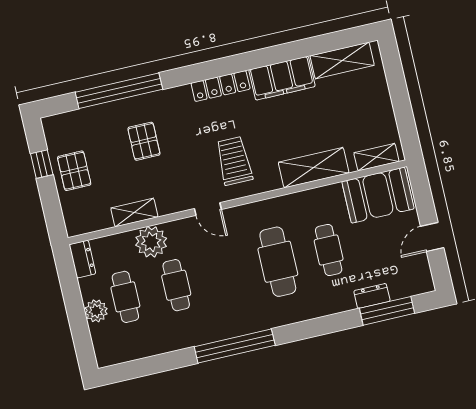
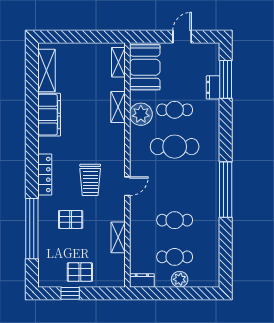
locker: (221, 86) -> (45, 175), moved
trolley: (234, 161) -> (90, 180), moved, turned -90
shelving: (314, 168) -> (118, 107), width x0.67, depth x0.75
door: (432, 237) -> (182, 37), swing flipped
plant: (151, 242) -> (141, 114), moved

